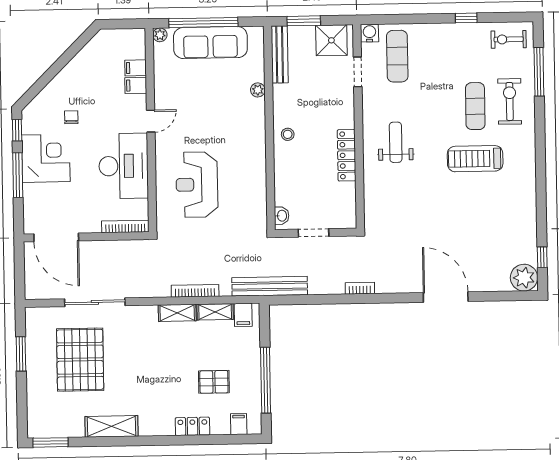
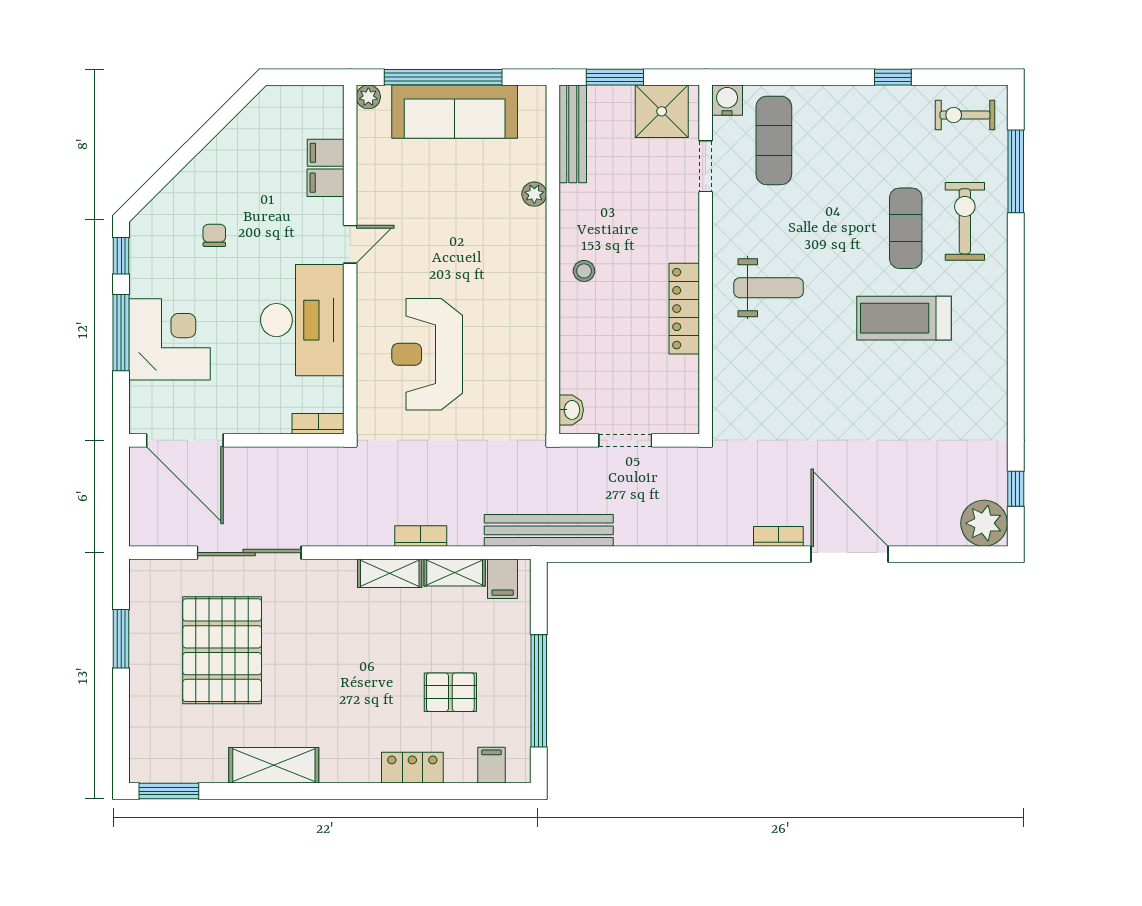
weight bench: (396, 142) -> (769, 288), turned 90
corner desk: (46, 158) -> (170, 339), moved
bookcase: (125, 226) -> (318, 424), width x0.64
bookcase: (360, 288) -> (778, 536), moved
bookcase: (195, 291) -> (421, 536), width x0.64

